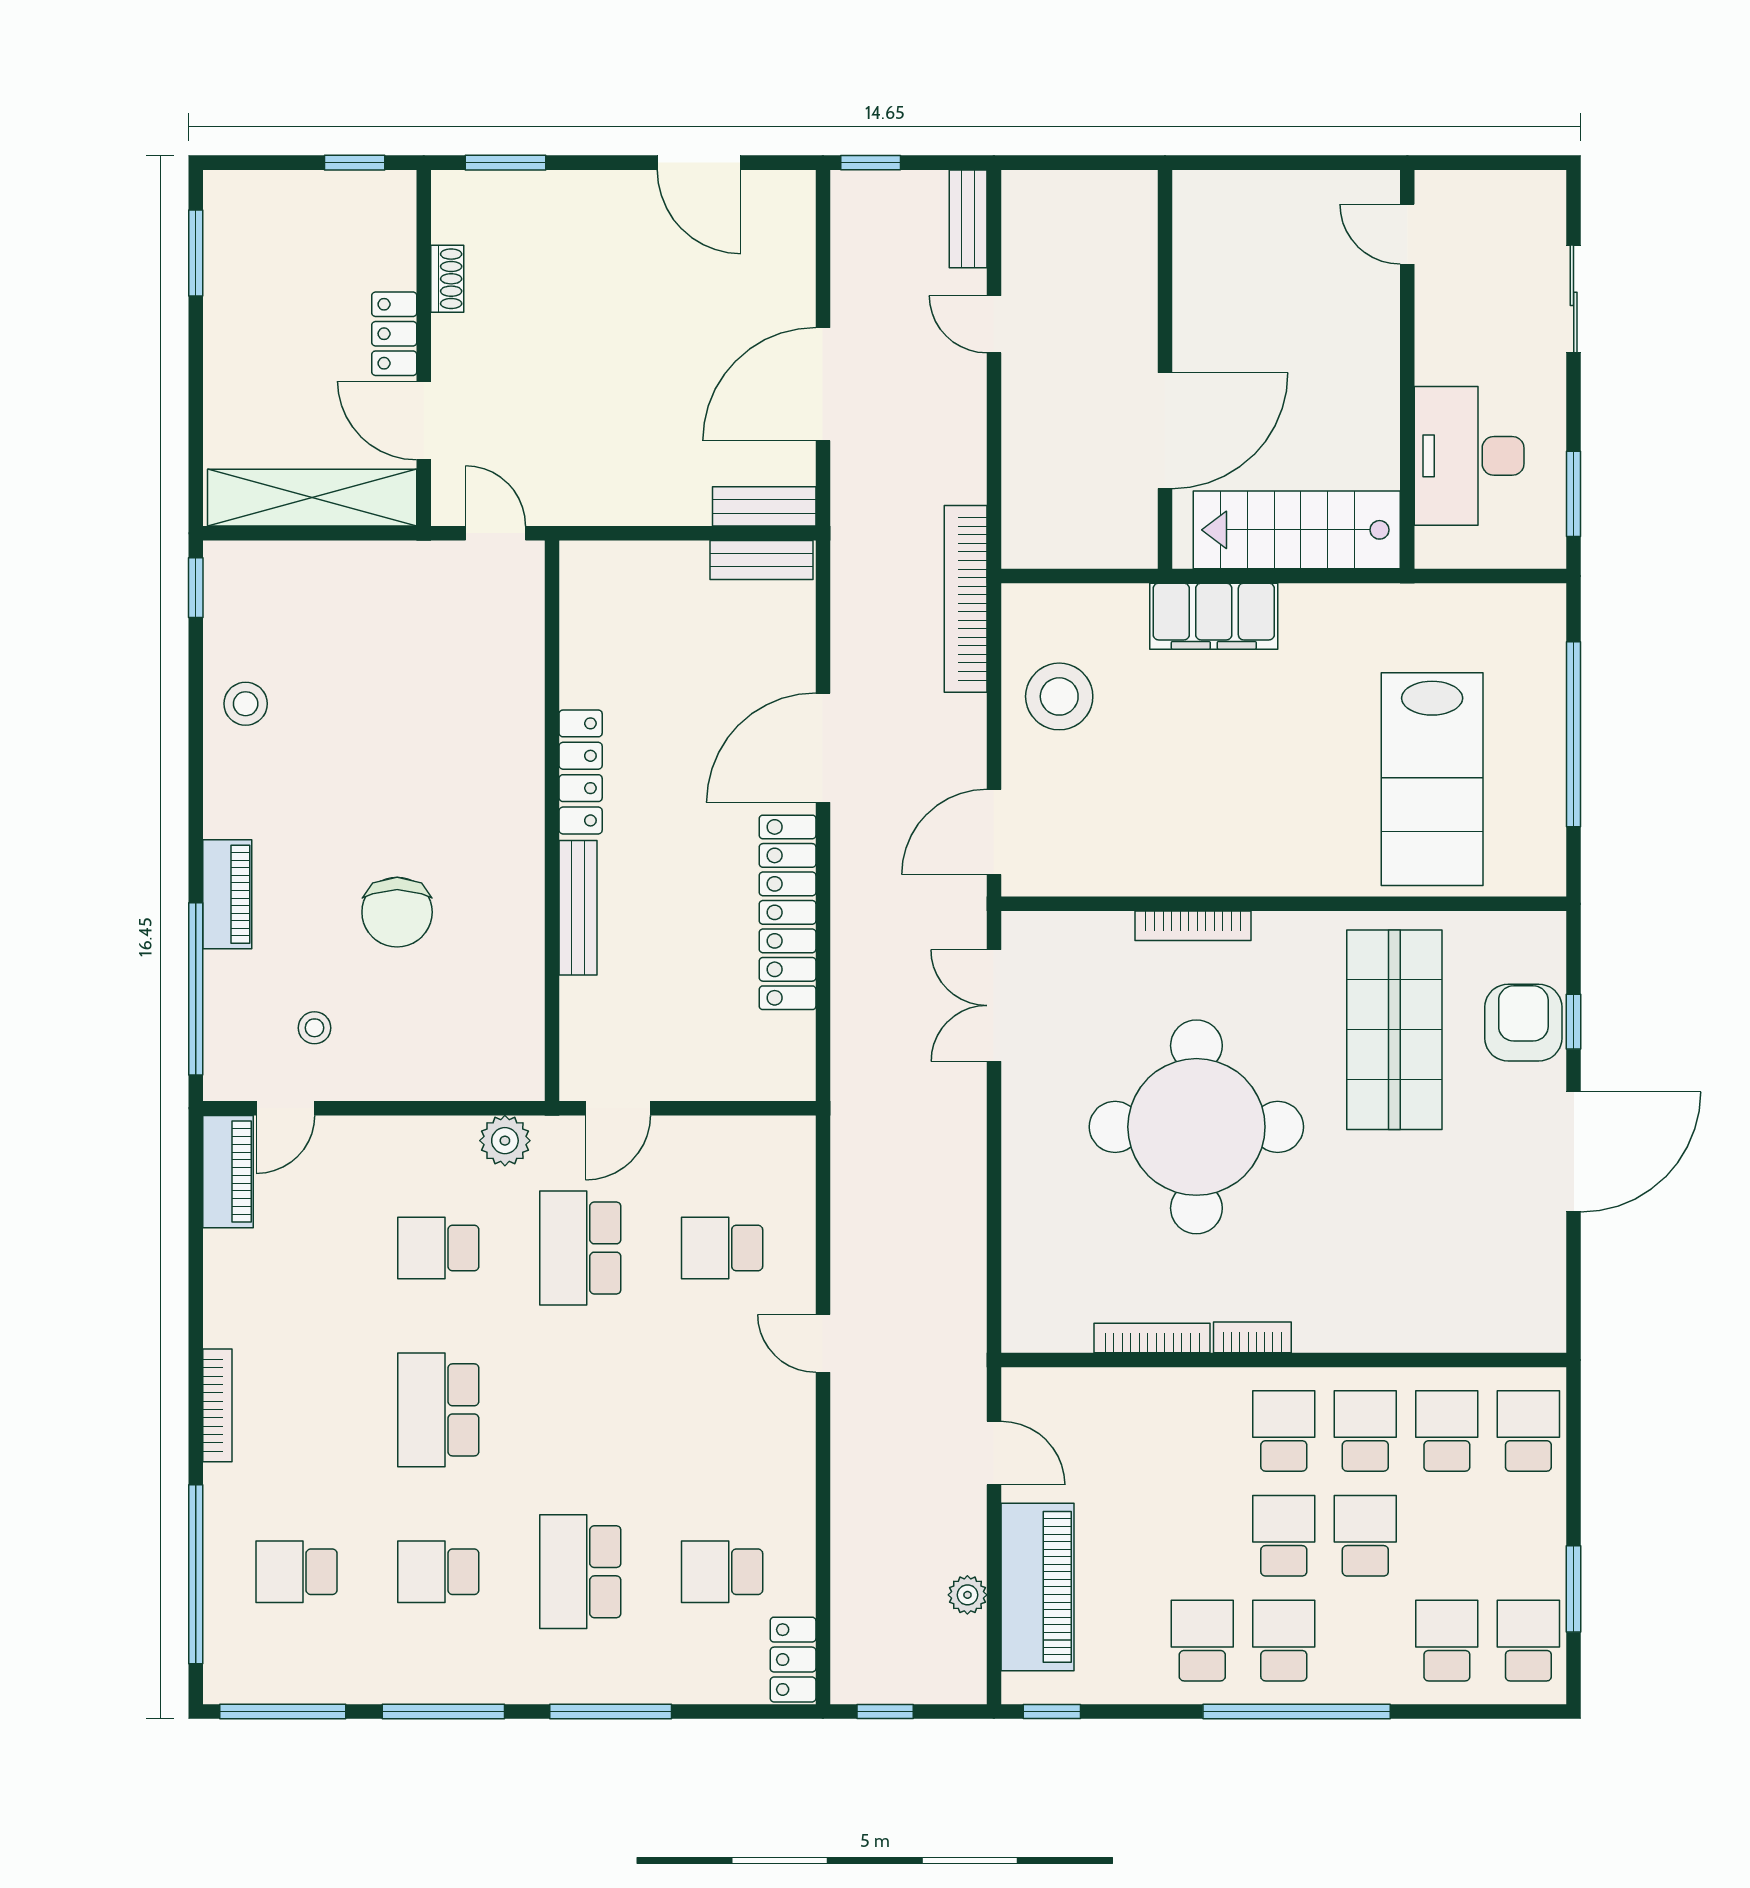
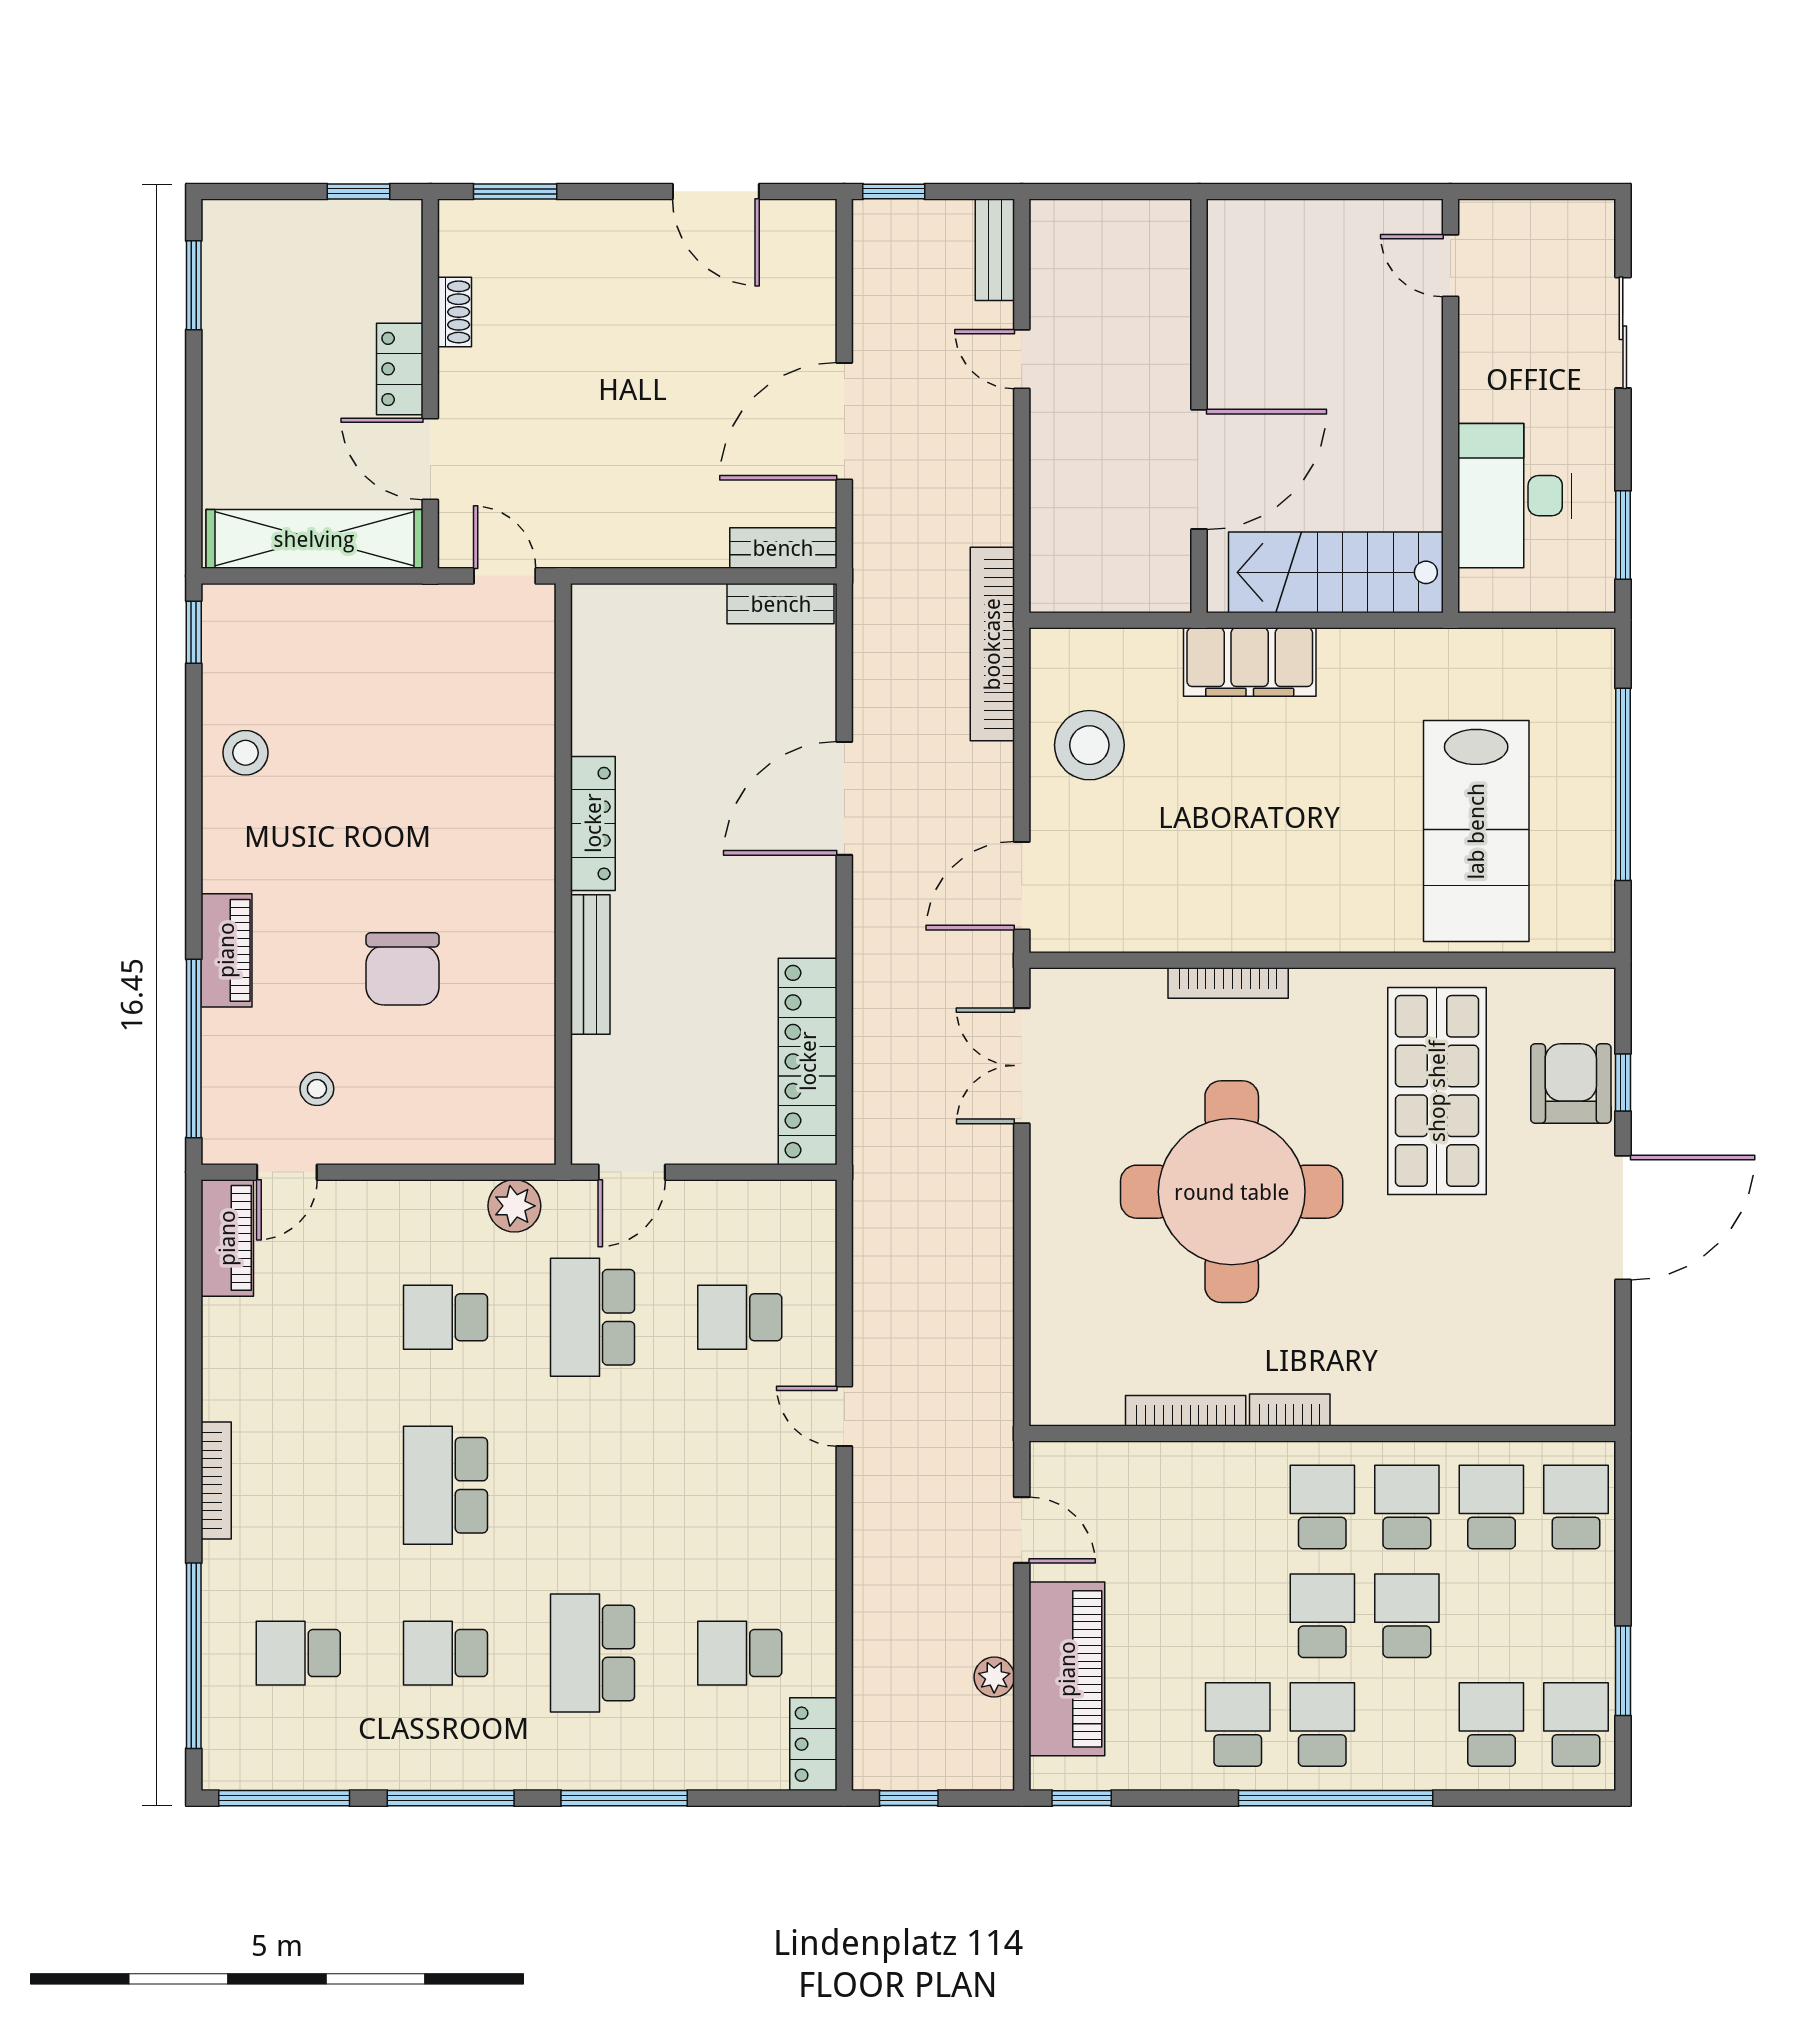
locker: (788, 912) -> (808, 1061), moved

